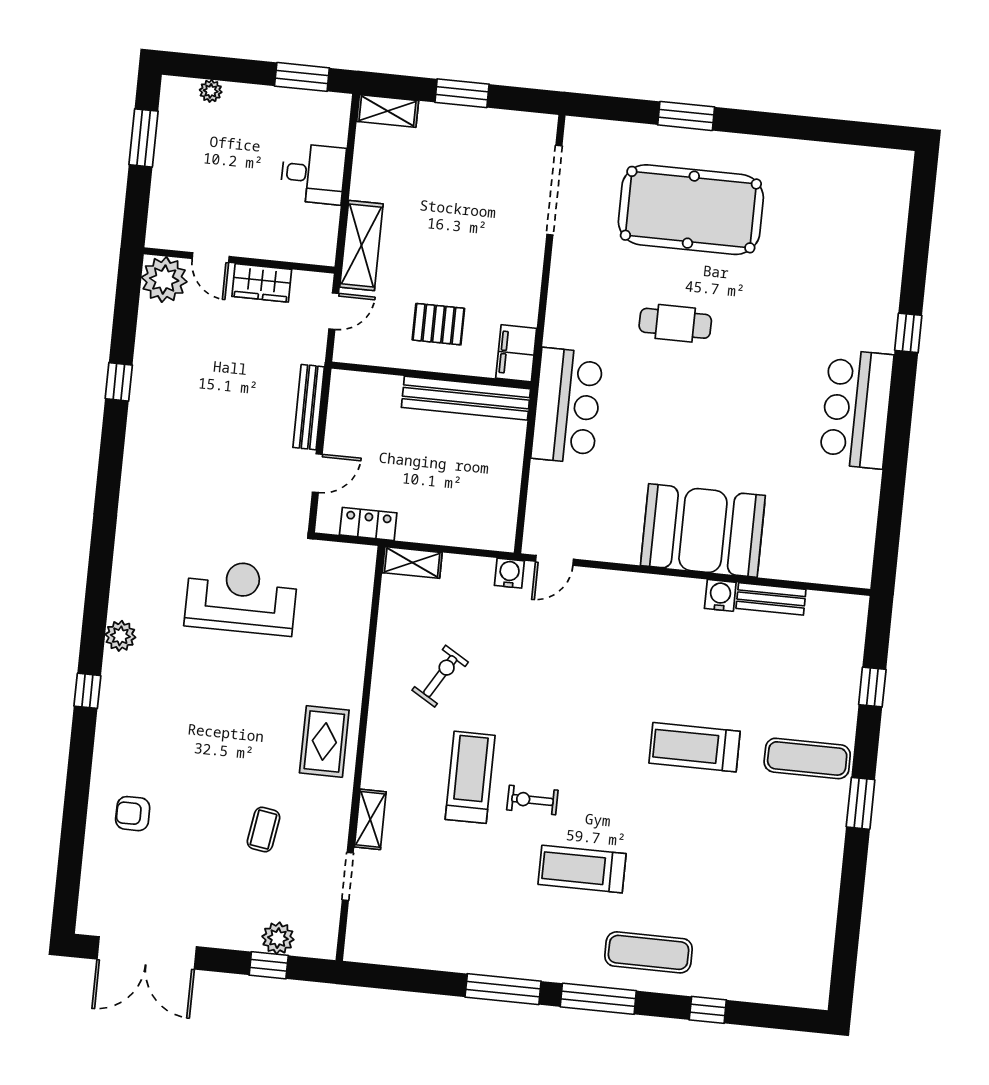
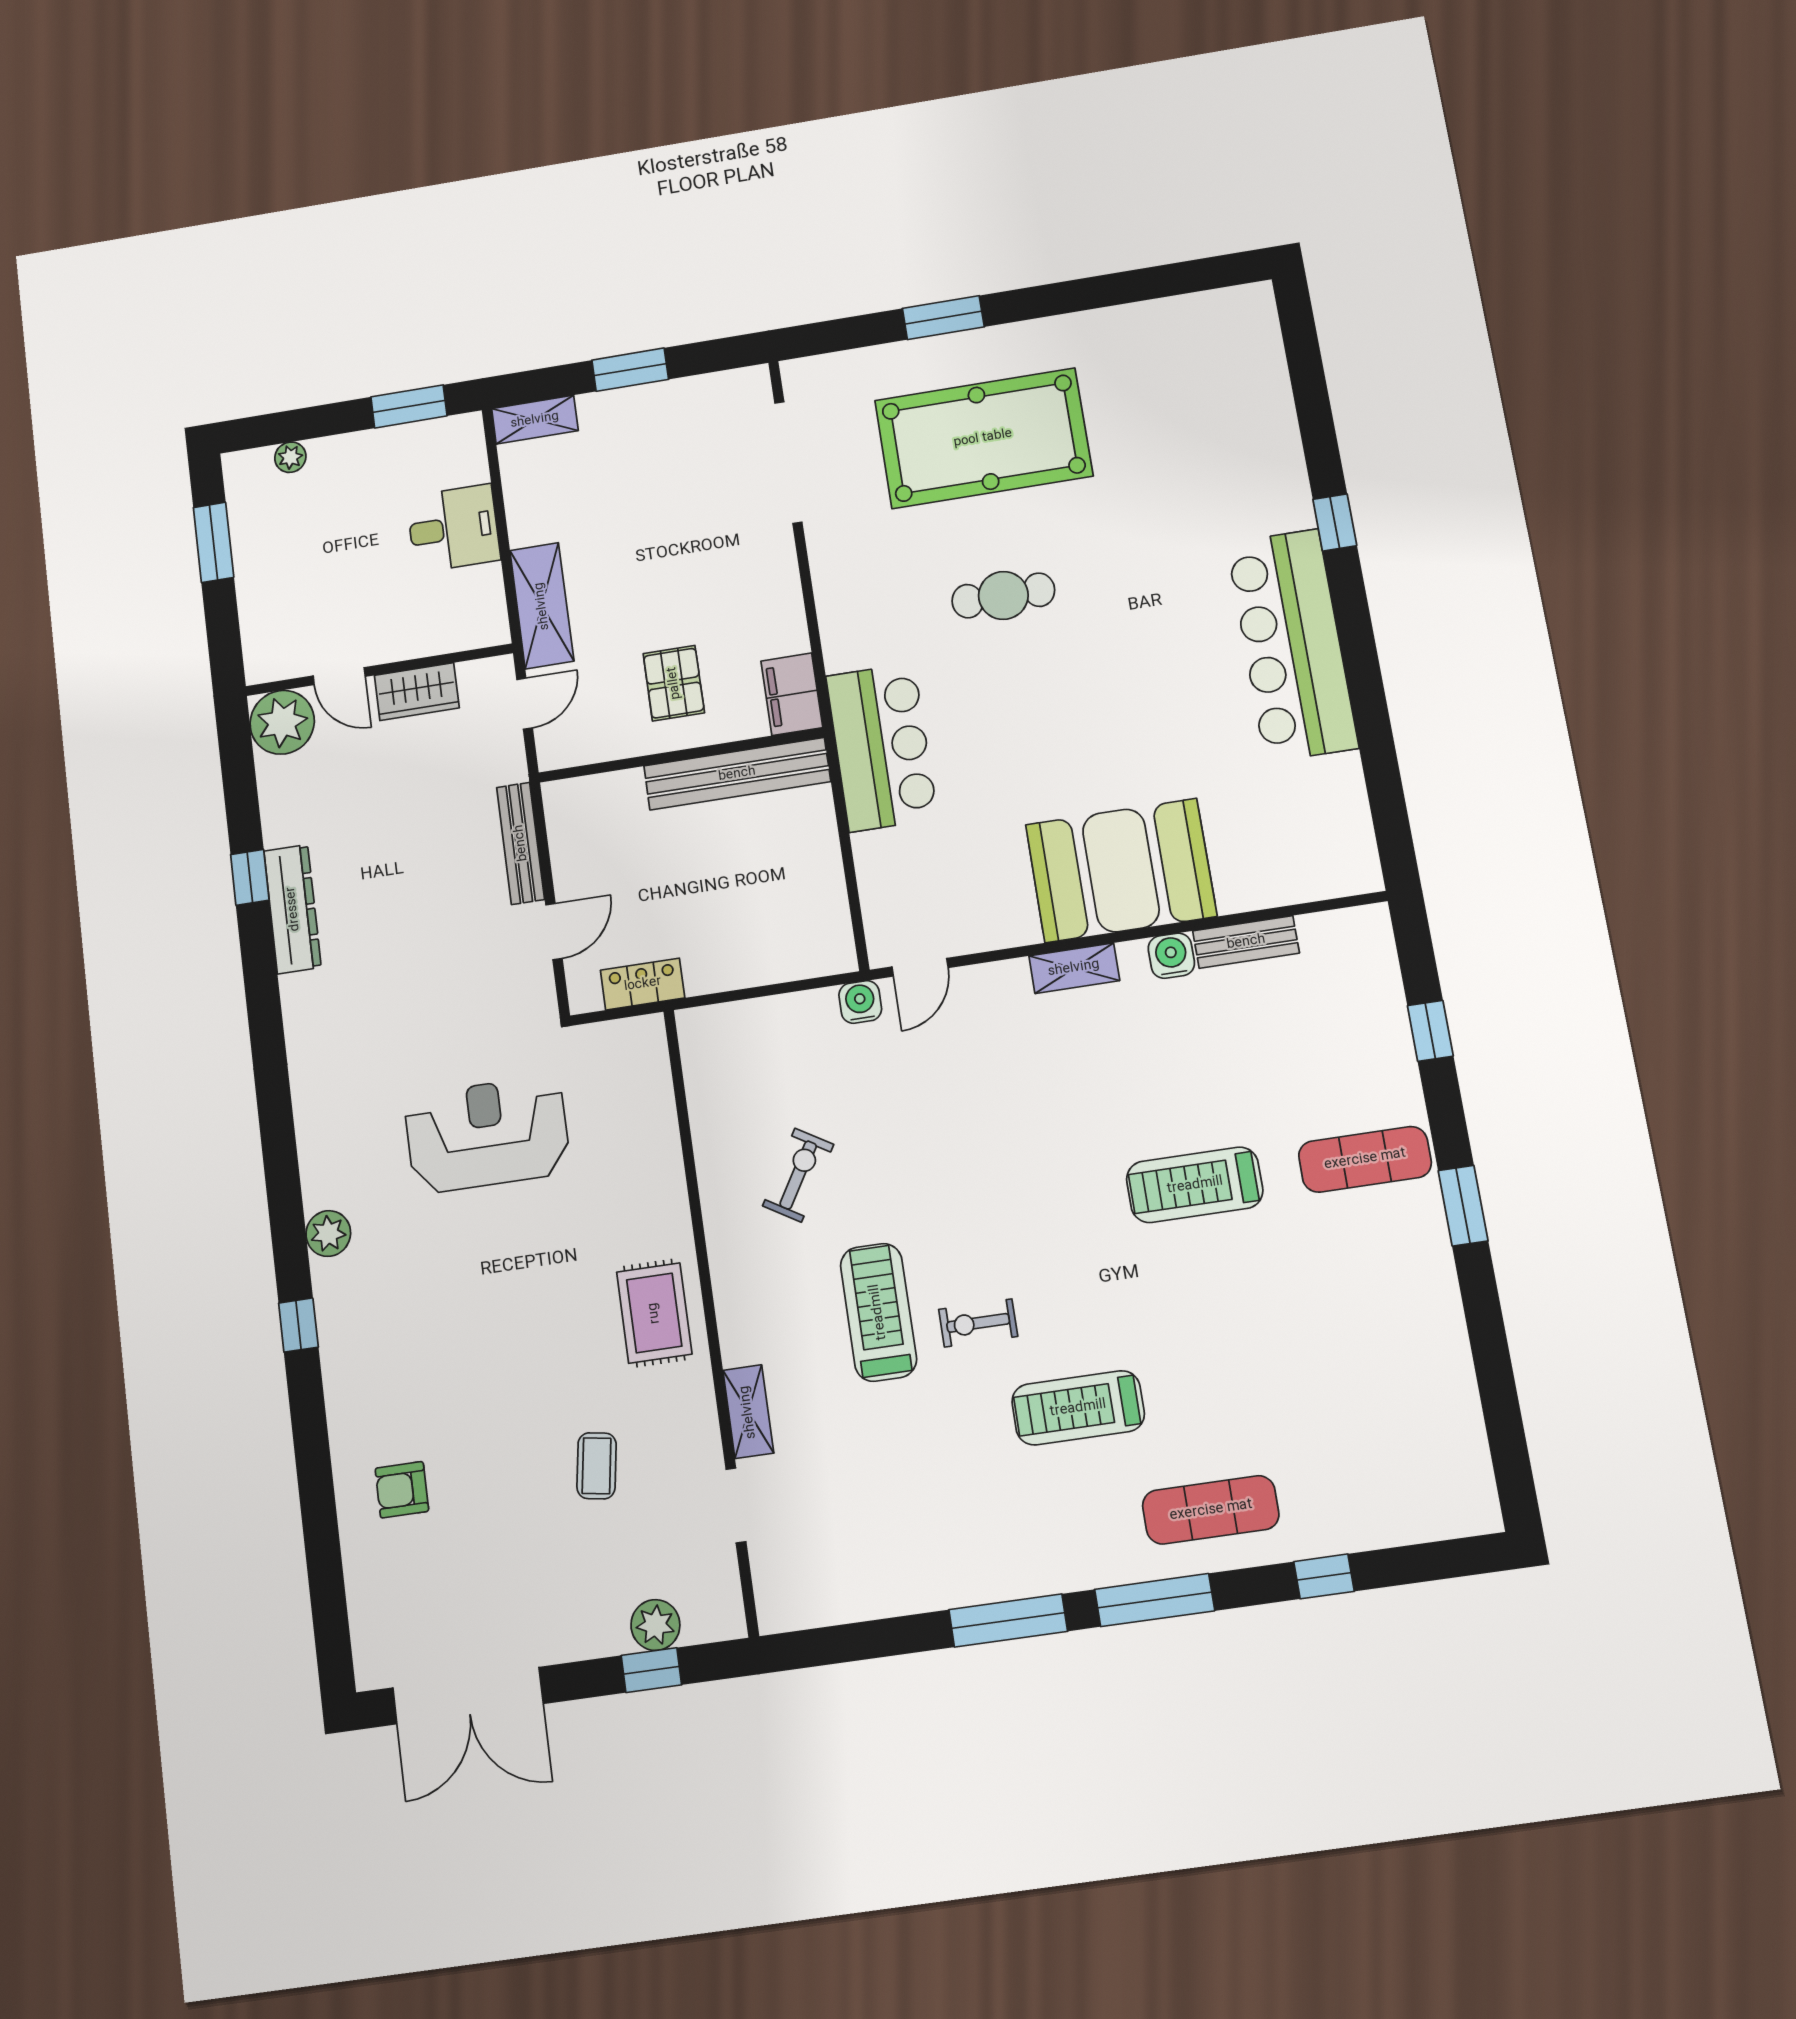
pallet: (438, 324) -> (674, 683), turned 90
bar counter: (857, 409) -> (1292, 645), width x1.36
dresser: (143, 411) -> (293, 909), added
shelving: (412, 563) -> (1074, 968), moved

